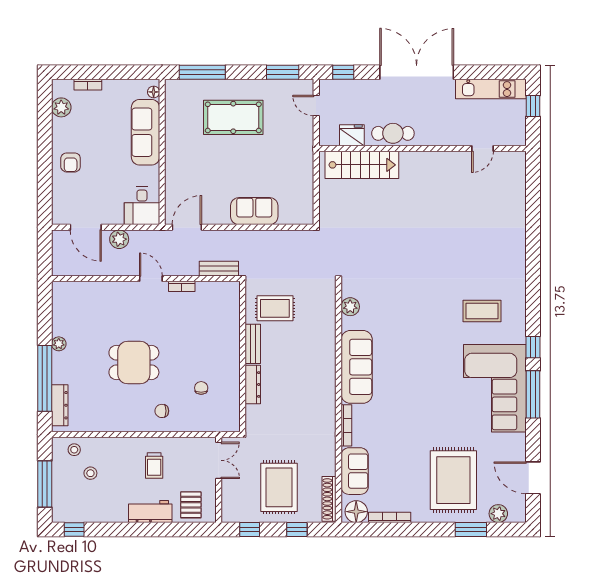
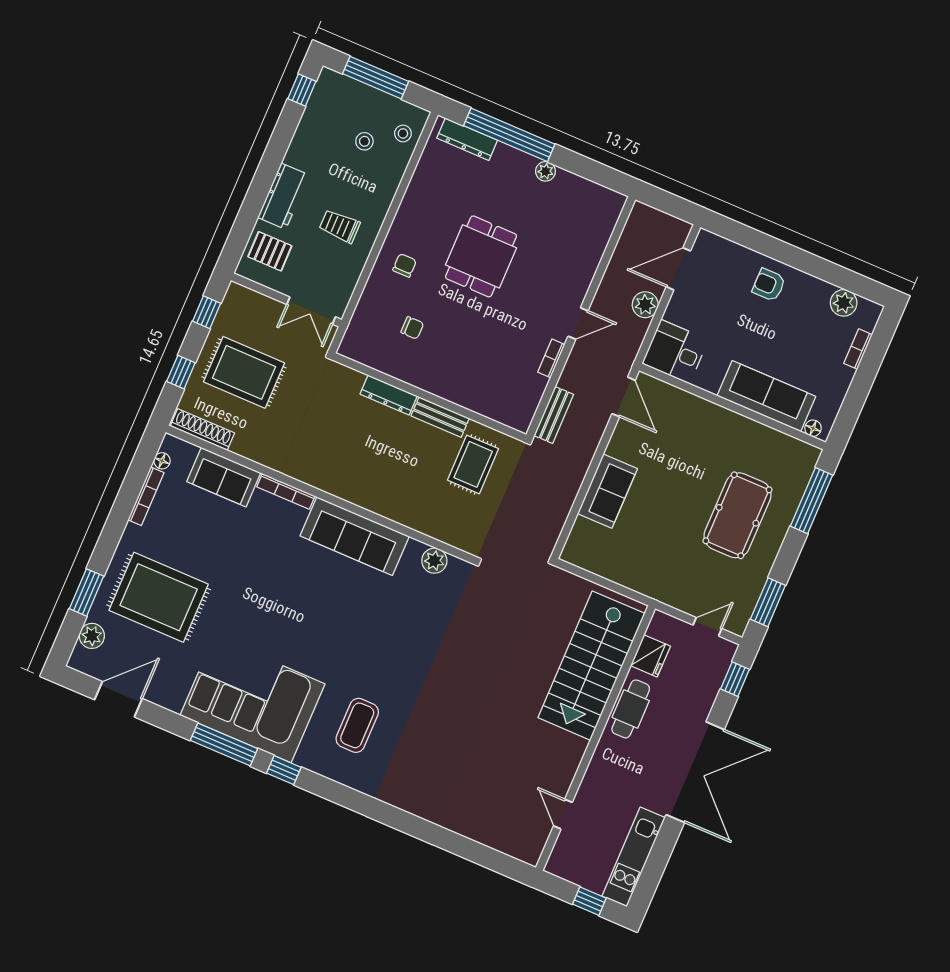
stairs: (362, 165) -> (591, 666), width x1.36, depth x1.51
floor lamp: (356, 512) -> (162, 461), width x0.53, depth x0.53

